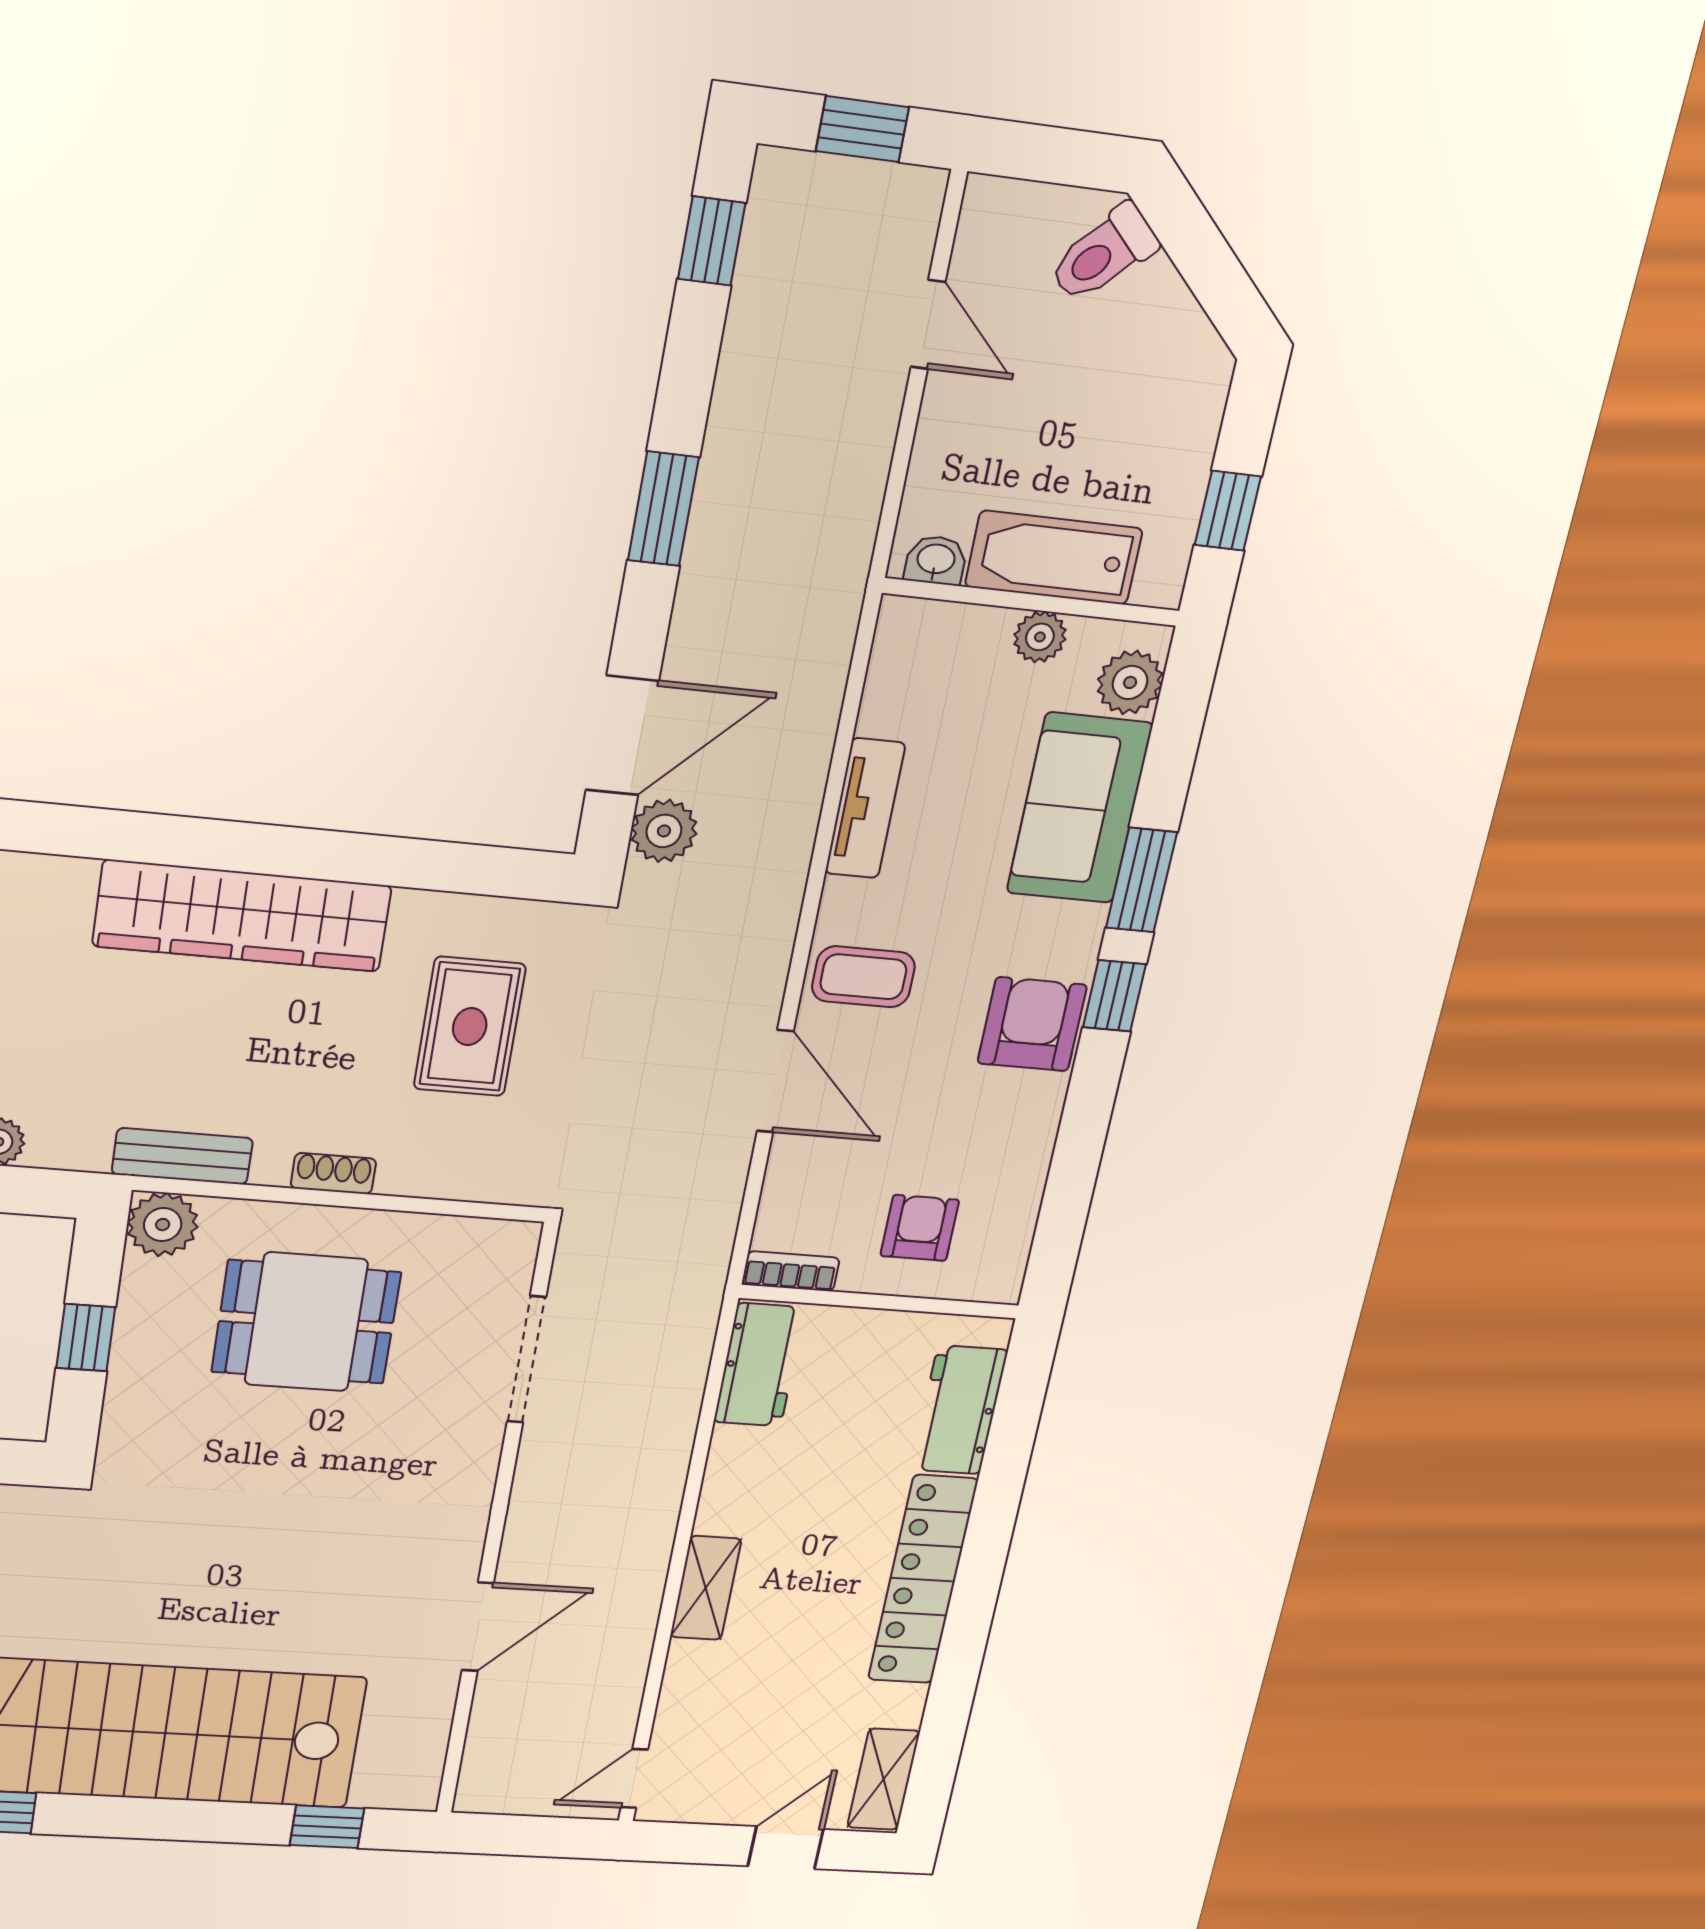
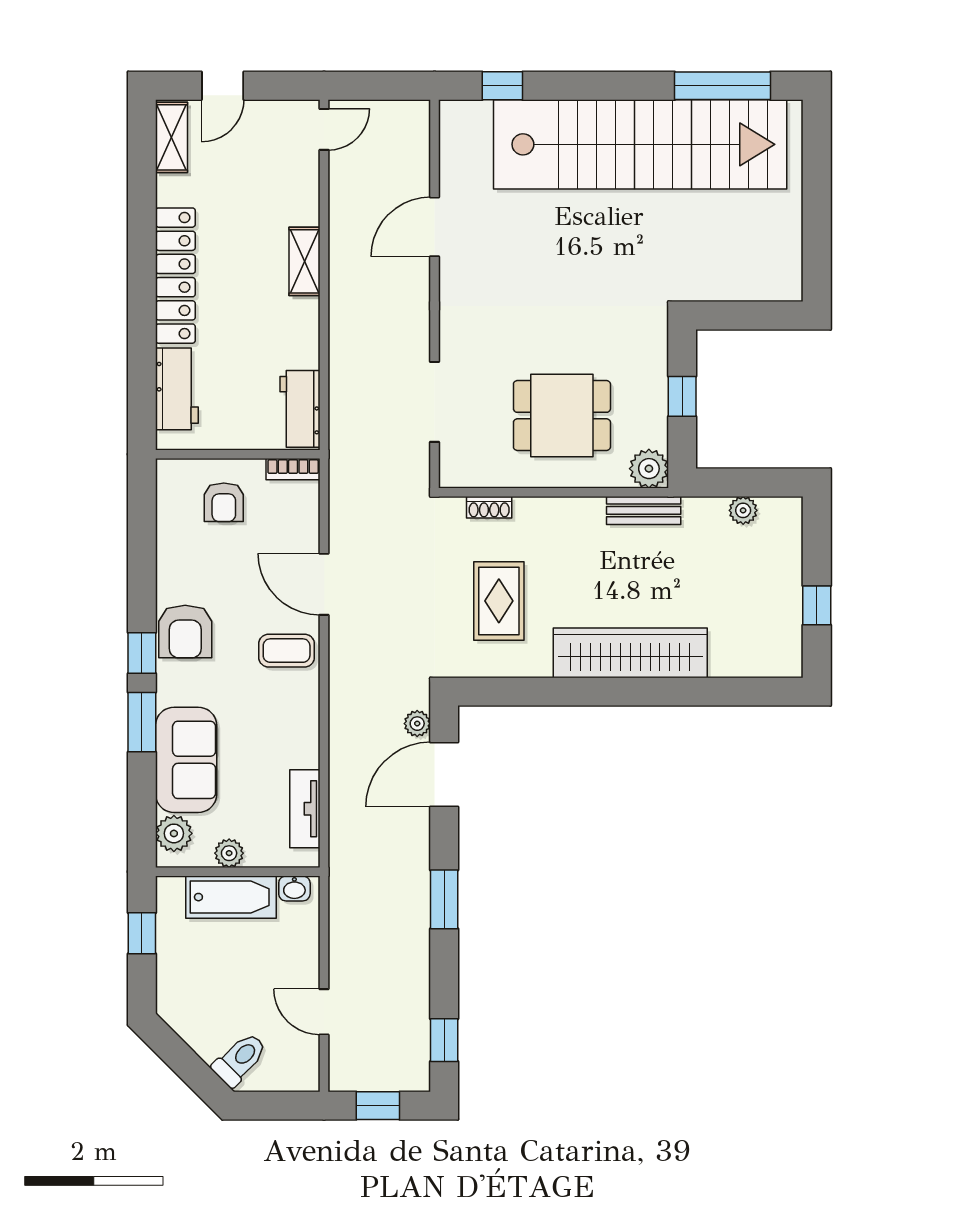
tv unit: (865, 808) -> (305, 809), moved
plant: (664, 831) -> (417, 724), width x0.73, depth x0.73
shoe rack: (333, 1173) -> (489, 507), moved

